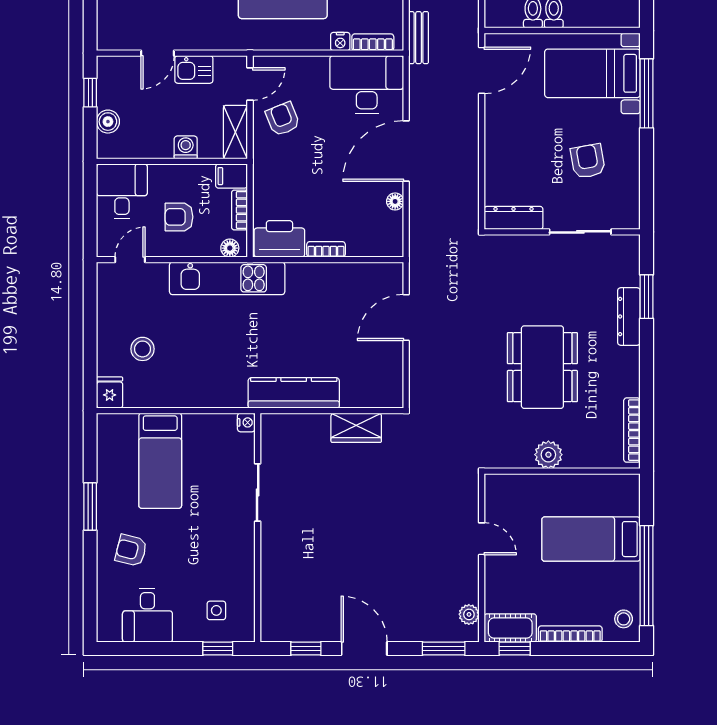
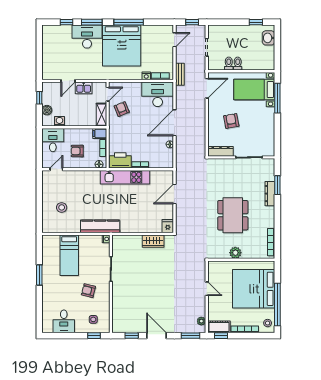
washing machine: (186, 147) -> (59, 121), moved
armchair: (588, 161) -> (231, 121), moved
kitchen unit: (227, 278) -> (125, 177), moved
fridge: (110, 392) -> (168, 226), moved
kitchen counter: (294, 393) -> (100, 226), moved
bed: (591, 539) -> (254, 289), width x2.04
armchair: (131, 550) -> (88, 291), moved

